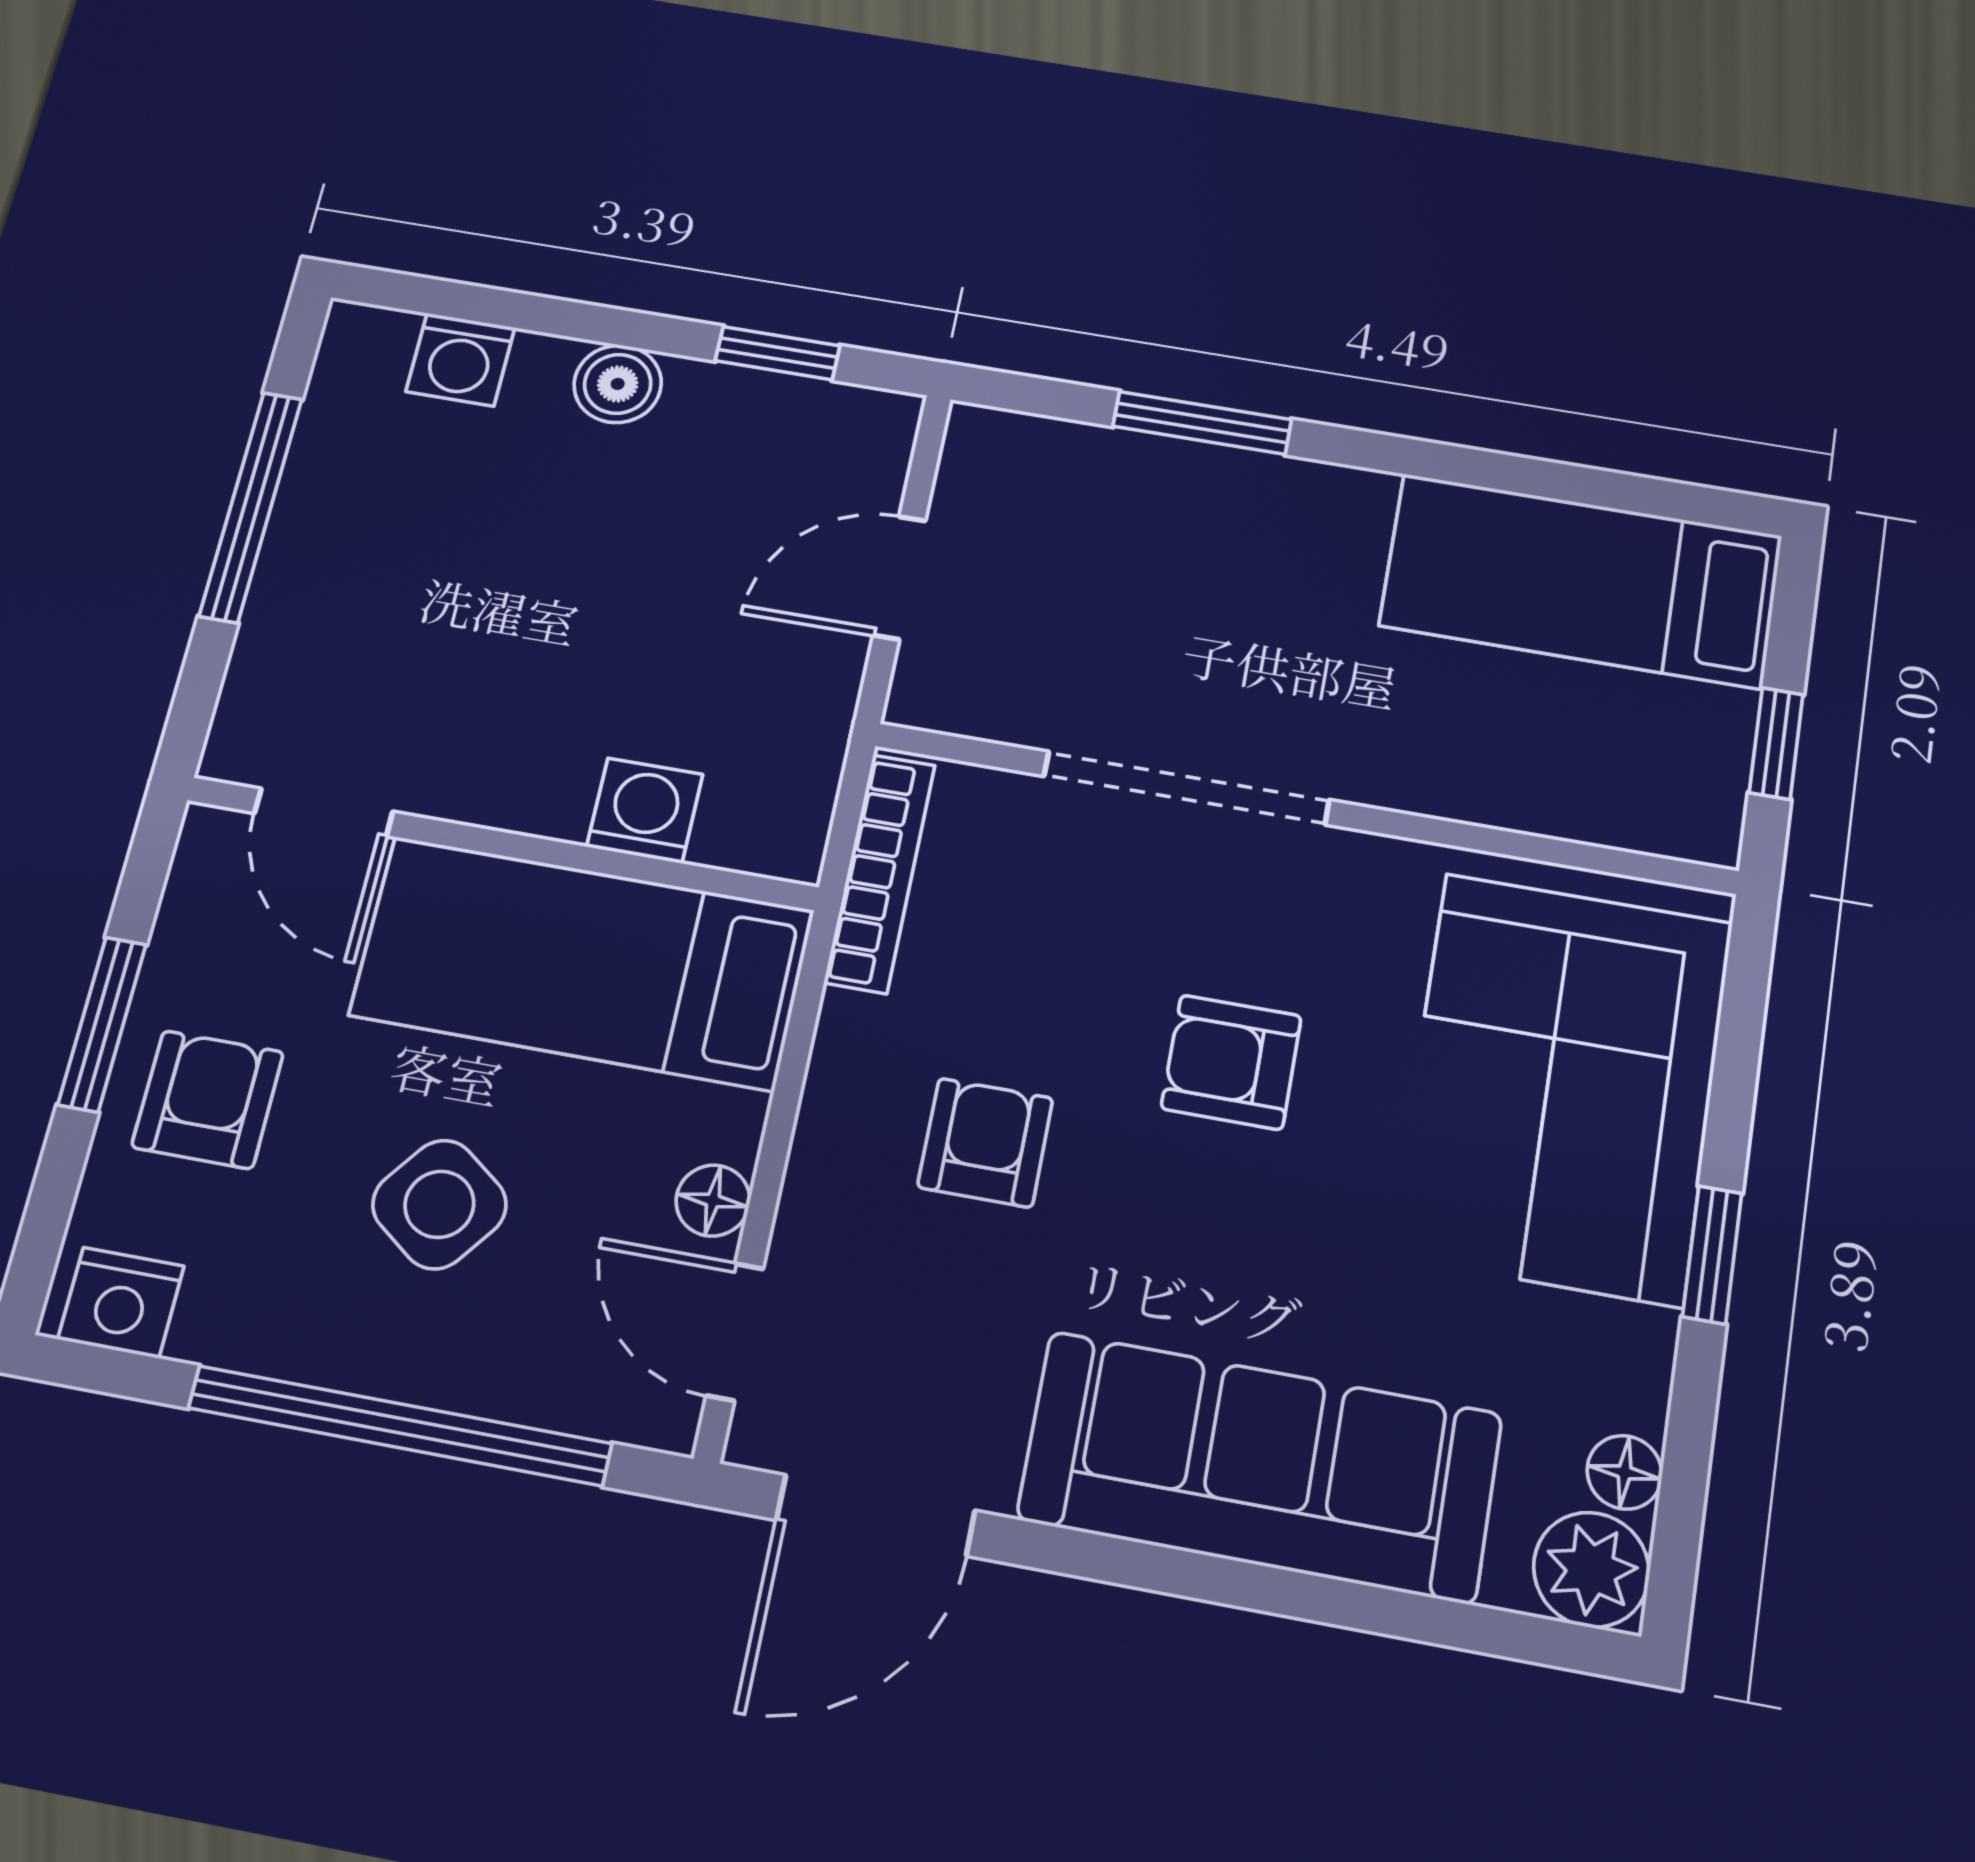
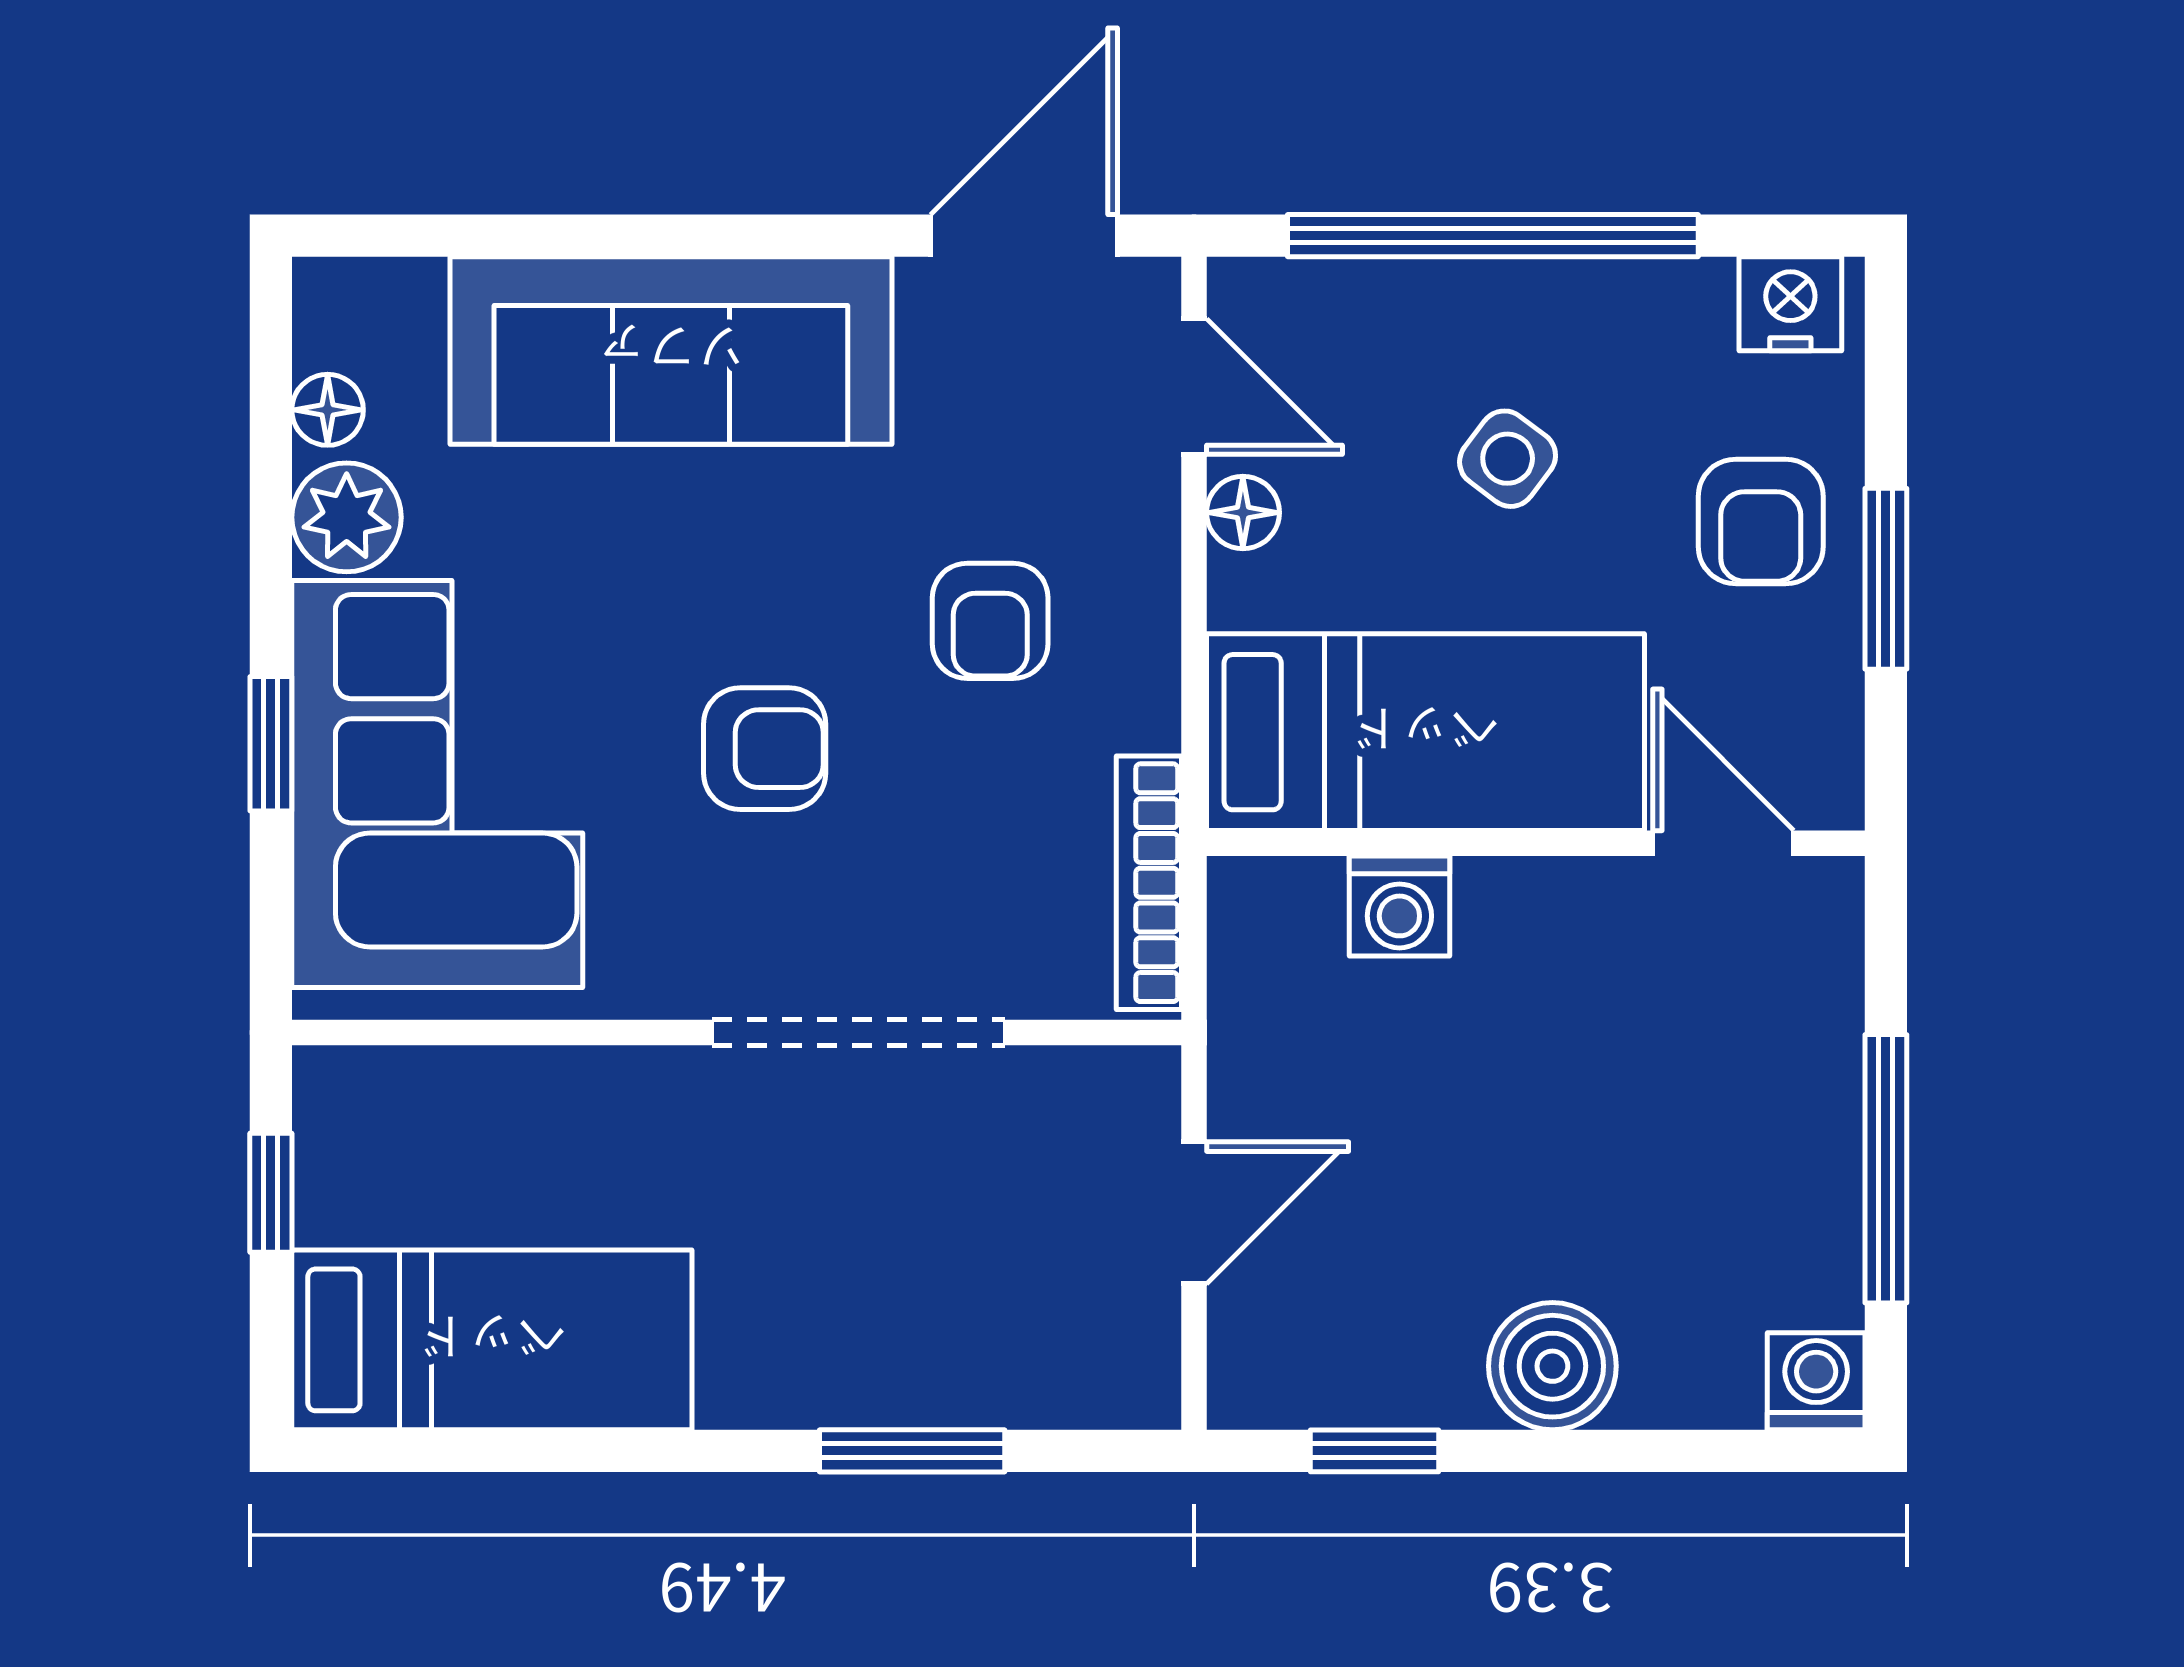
washing machine: (460, 360) -> (1816, 1381), moved
boiler: (618, 384) -> (1552, 1366), width x1.36, depth x1.36
side table: (439, 1204) -> (1508, 459), width x0.73, depth x0.73
window: (1712, 1255) -> (271, 744), moved
plant: (1591, 1570) -> (347, 517), moved

